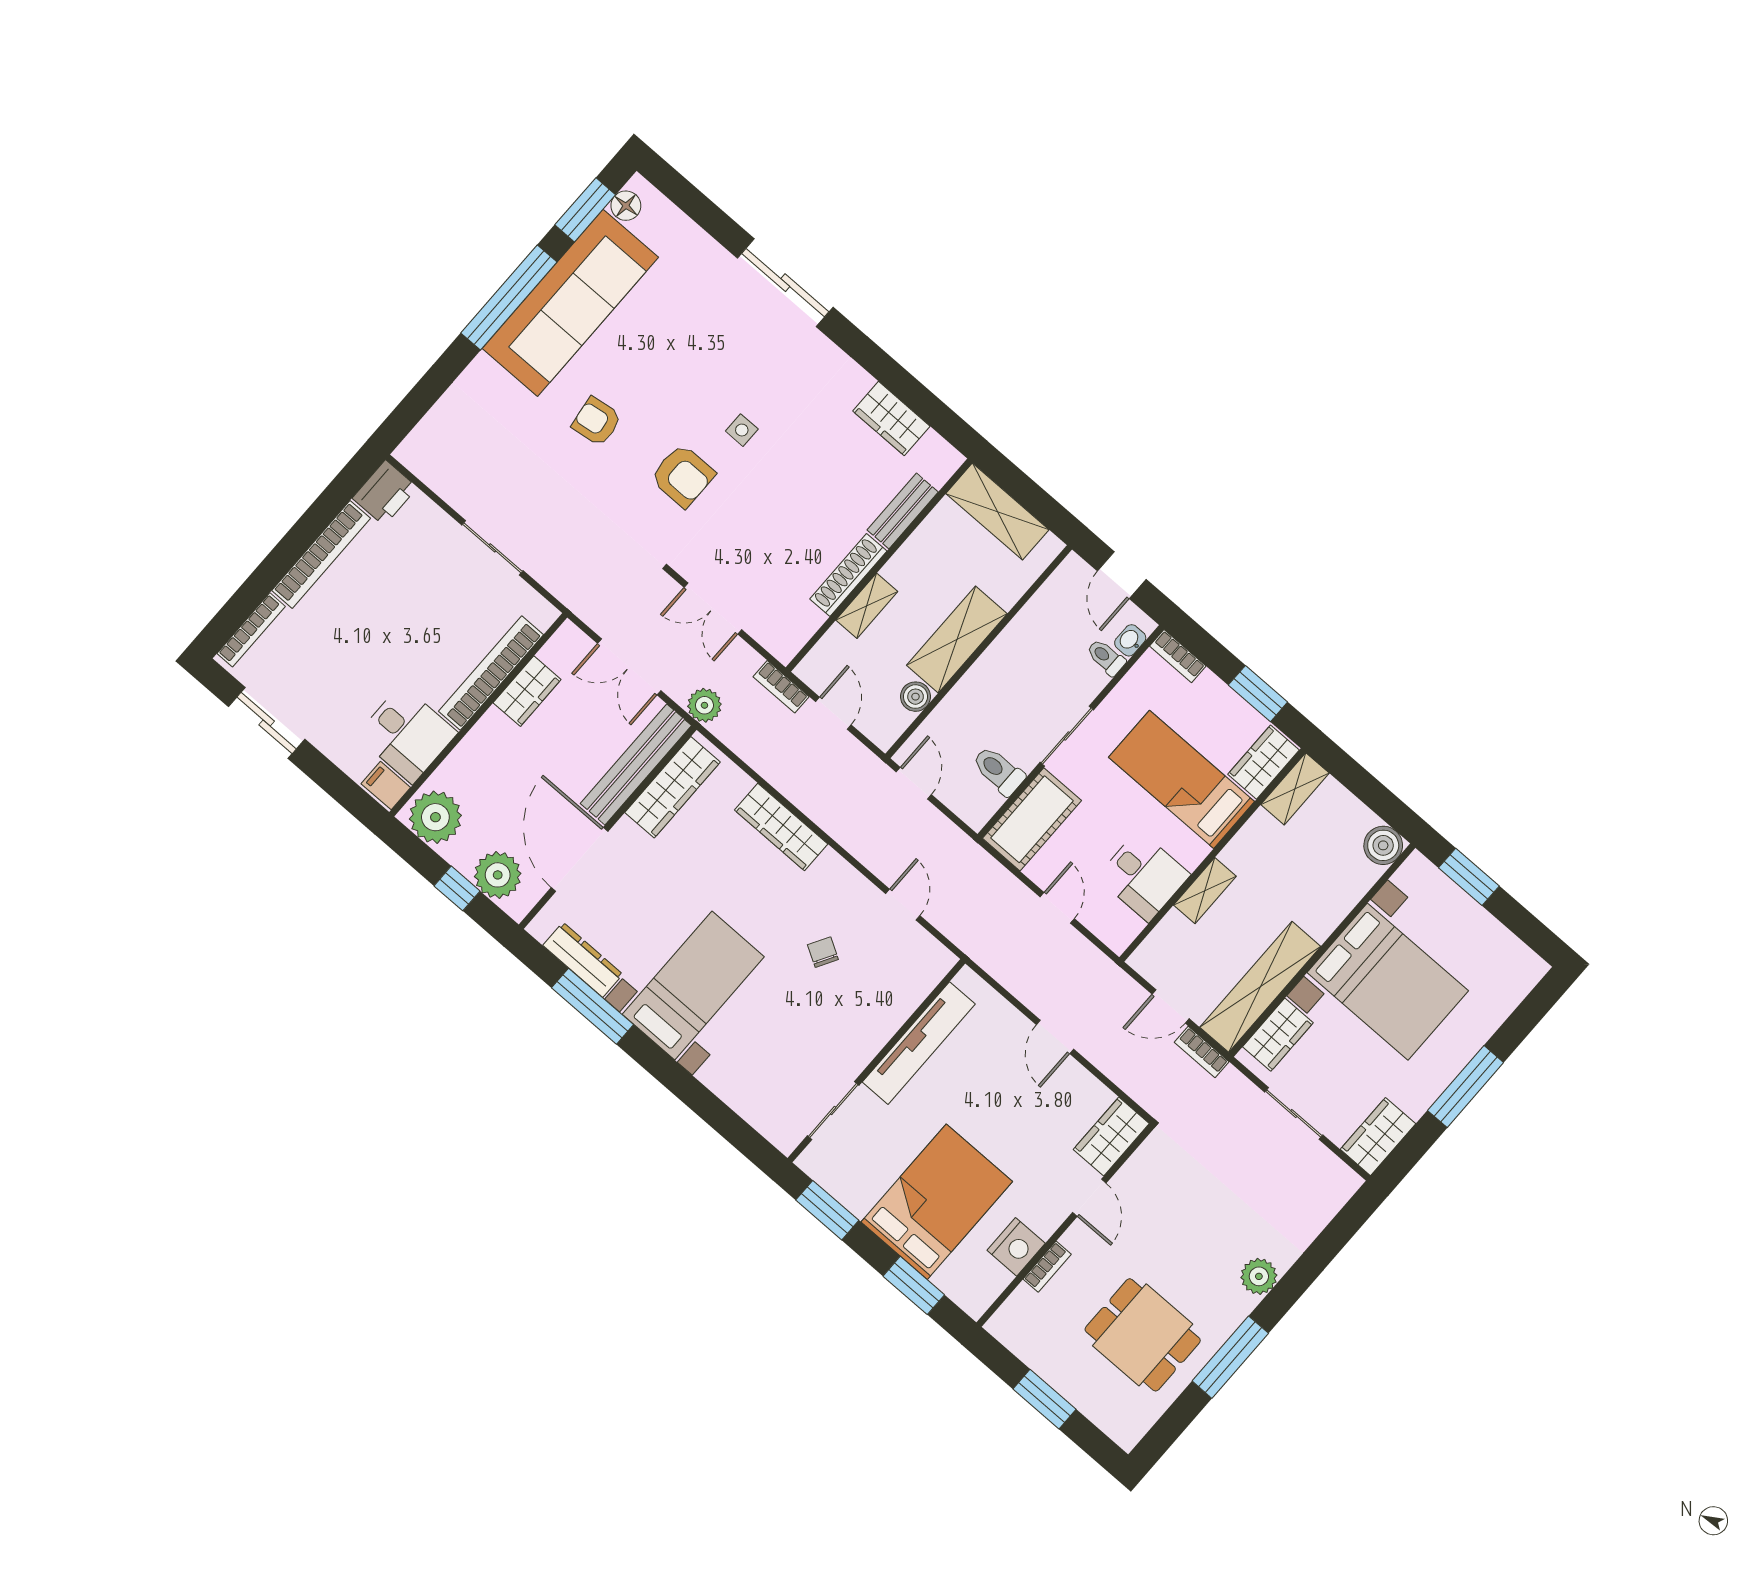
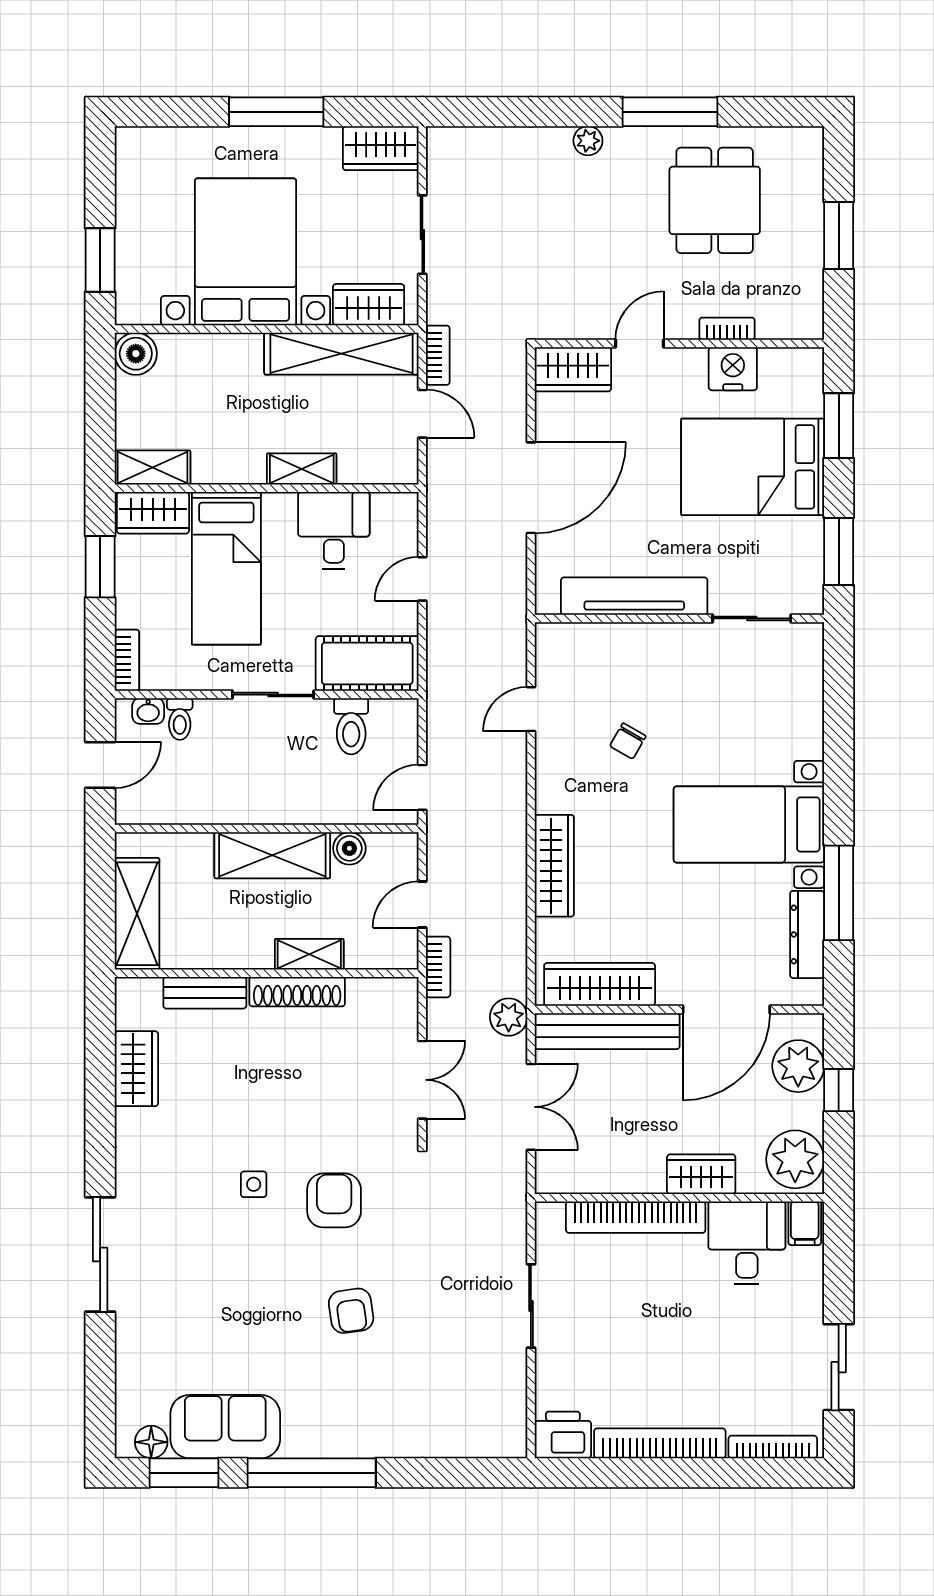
sofa: (570, 303) -> (225, 1427), width x0.54, depth x0.79
wardrobe: (527, 691) -> (701, 1174), moved
door: (1055, 1037) -> (531, 488), width x1.87
plant: (1259, 1276) -> (588, 141), width x0.73, depth x0.73

